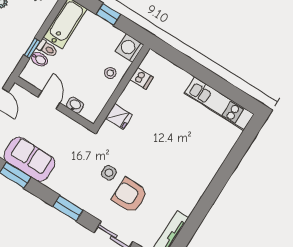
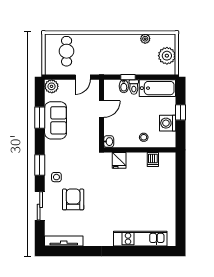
washing machine: (130, 48) -> (168, 123), moved, turned -90
kitchen unit: (219, 104) -> (140, 239), moved, turned 90
washbasin: (75, 105) -> (109, 142), moved
side table: (109, 173) -> (56, 177), moved

